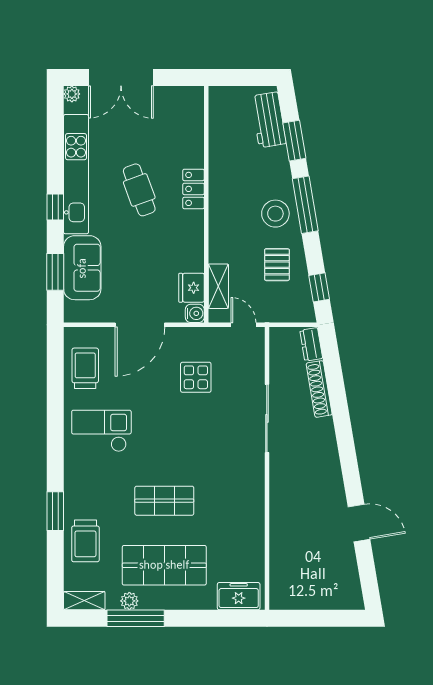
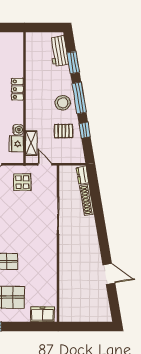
pallet: (277, 265) -> (64, 131), turned 90
window: (319, 287) -> (85, 130), moved
water cooler: (195, 313) -> (18, 130), moved
display table: (196, 377) -> (22, 182), moved

